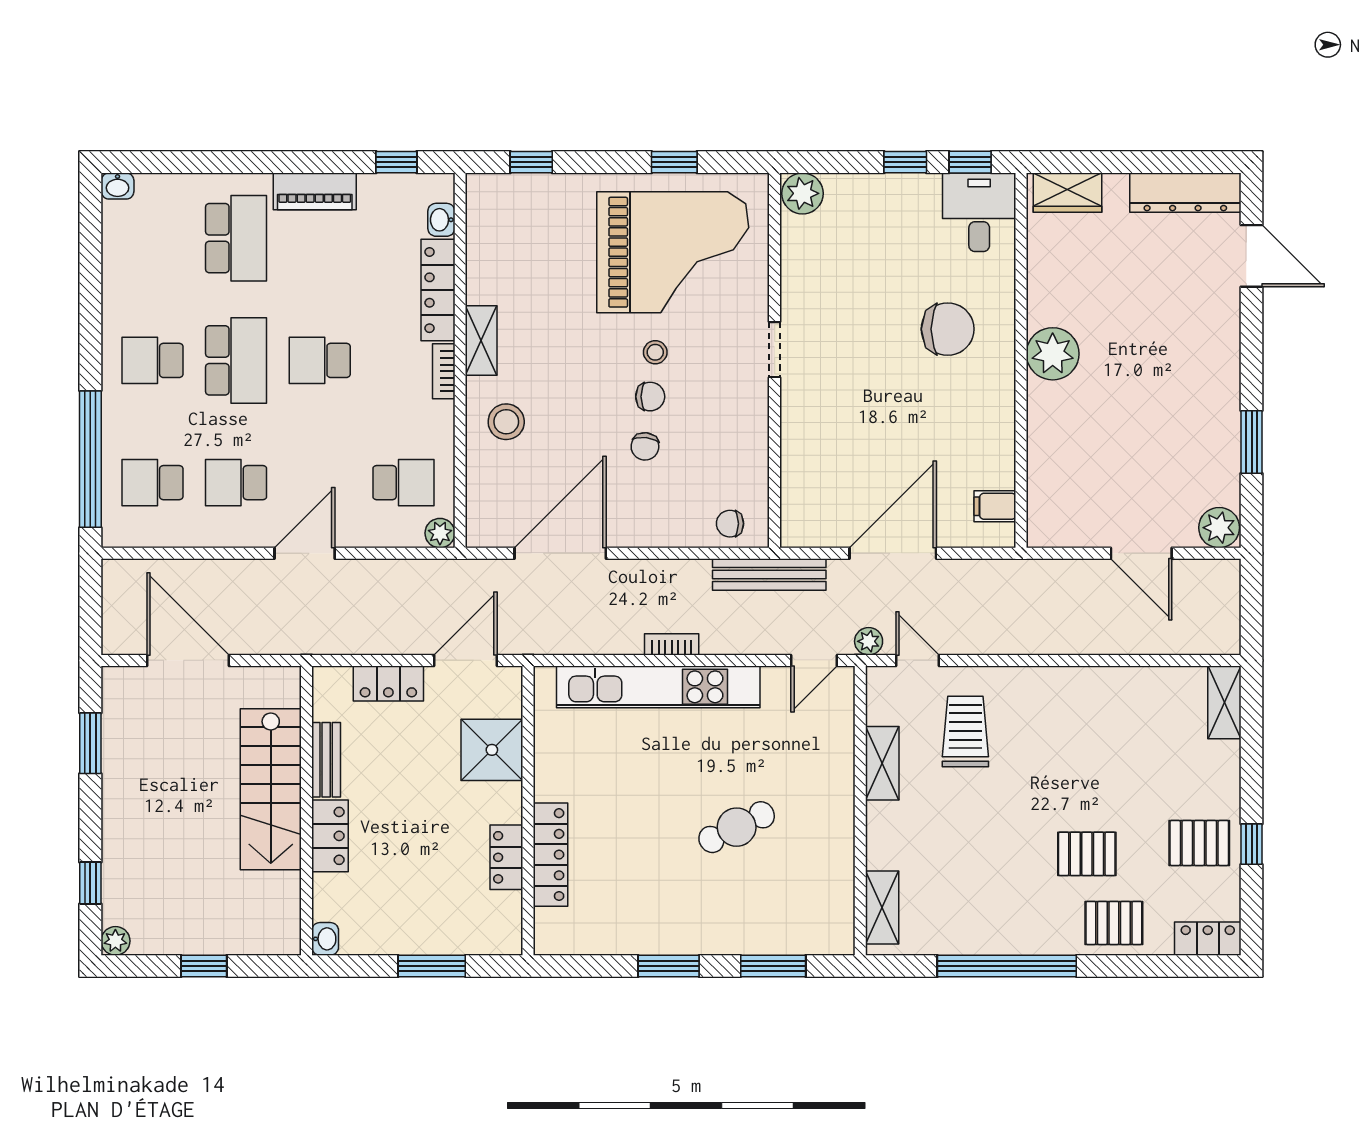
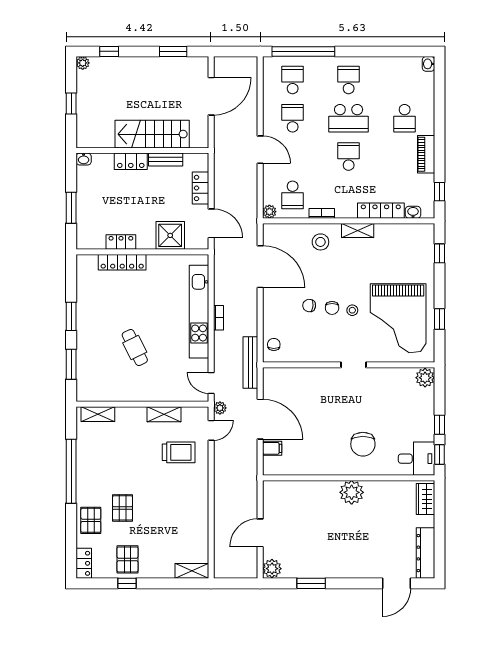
school desk: (236, 238) -> (405, 118), width x0.54
bookcase: (444, 371) -> (322, 213), moved
filing cabinet: (995, 506) -> (272, 448), moved, turned 90

